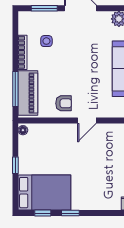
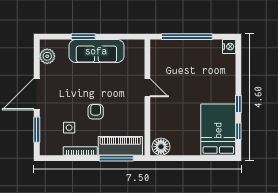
armchair: (64, 103) -> (96, 112), moved
floor lamp: (23, 130) -> (161, 147), width x1.89, depth x1.89
window: (15, 165) -> (191, 158), removed

